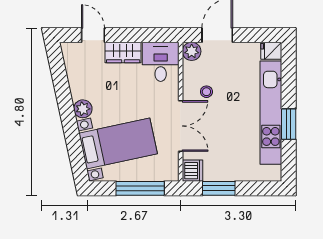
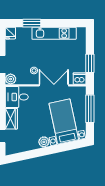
kitchen unit: (271, 113) -> (54, 33), width x0.73
window: (289, 124) -> (32, 23), moved

